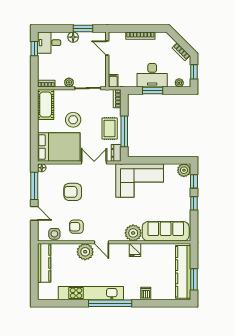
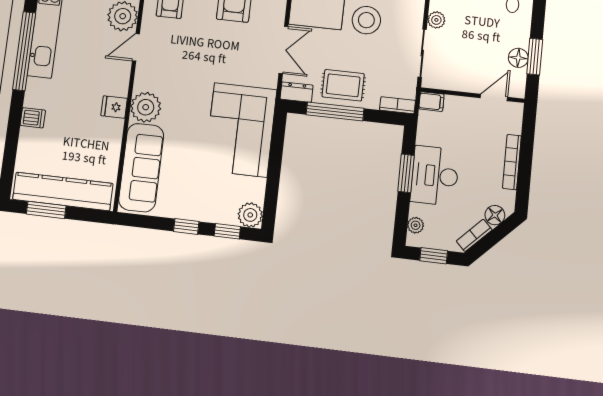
floor lamp: (73, 37) -> (518, 58), moved
floor lamp: (169, 42) -> (495, 215), added

